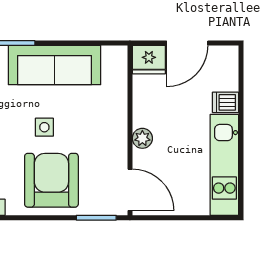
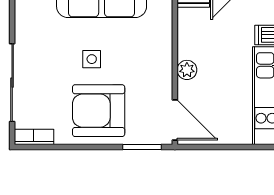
armchair: (51, 180) -> (99, 111), turned -90

